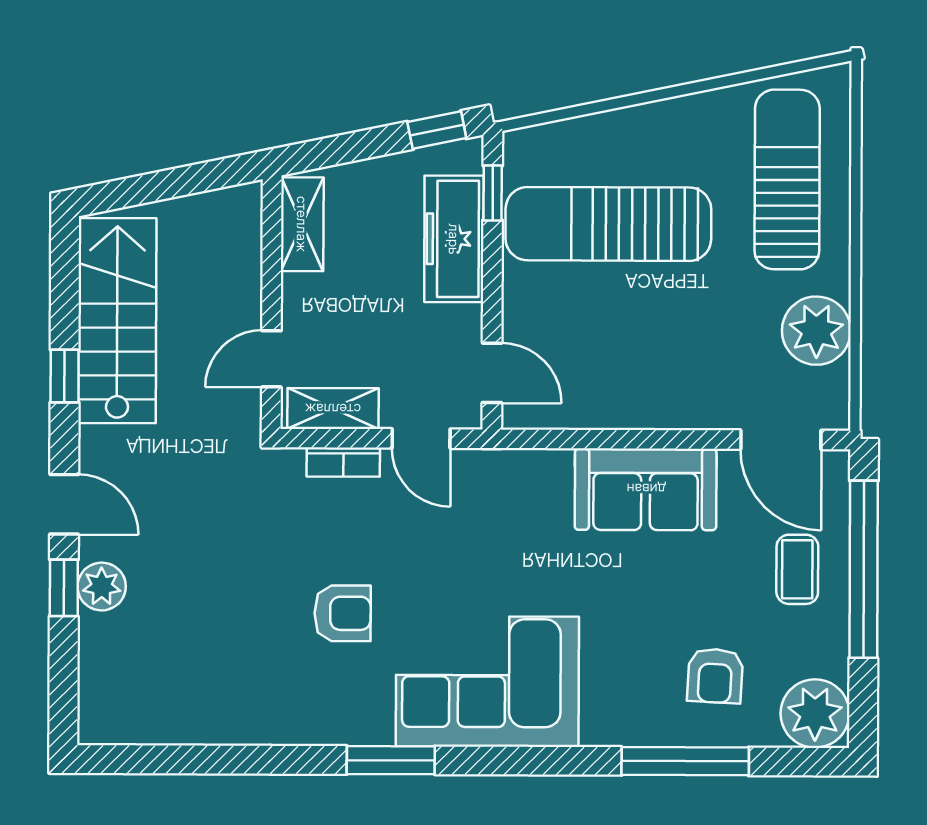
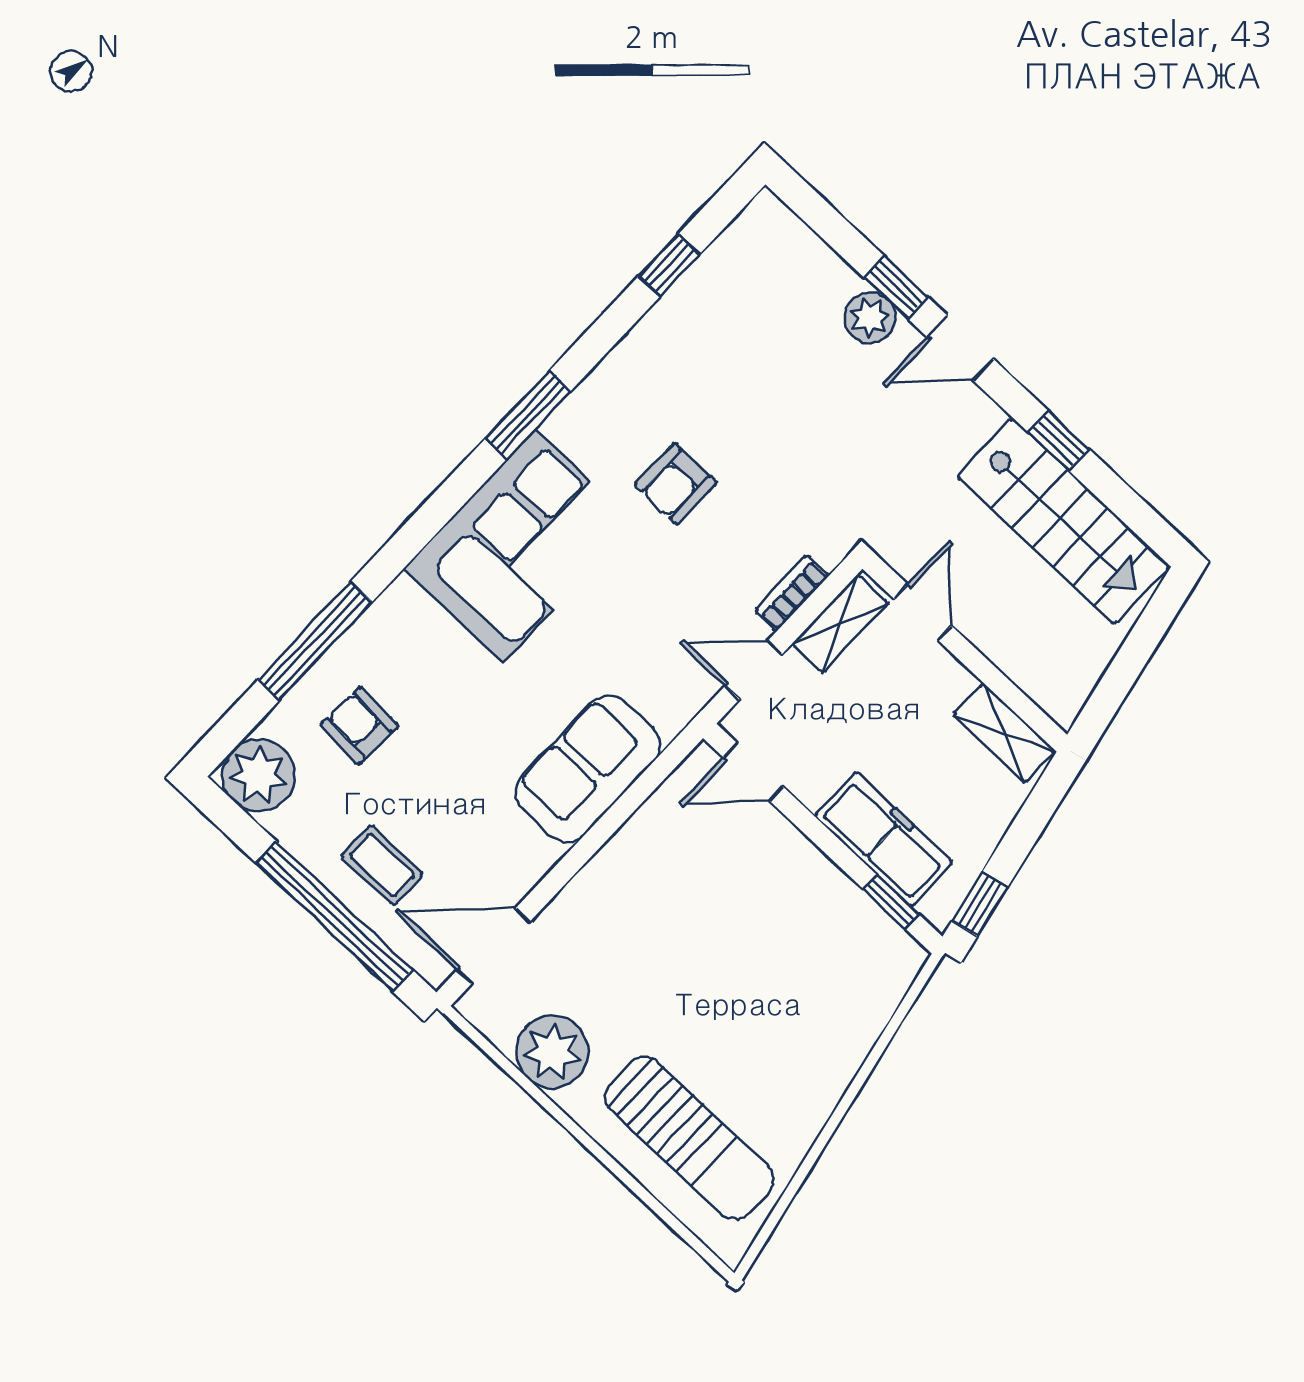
sun lounger: (608, 224) -> (784, 969), removed
sofa: (646, 489) -> (588, 769), moved
window: (196, 759) -> (669, 265), added

